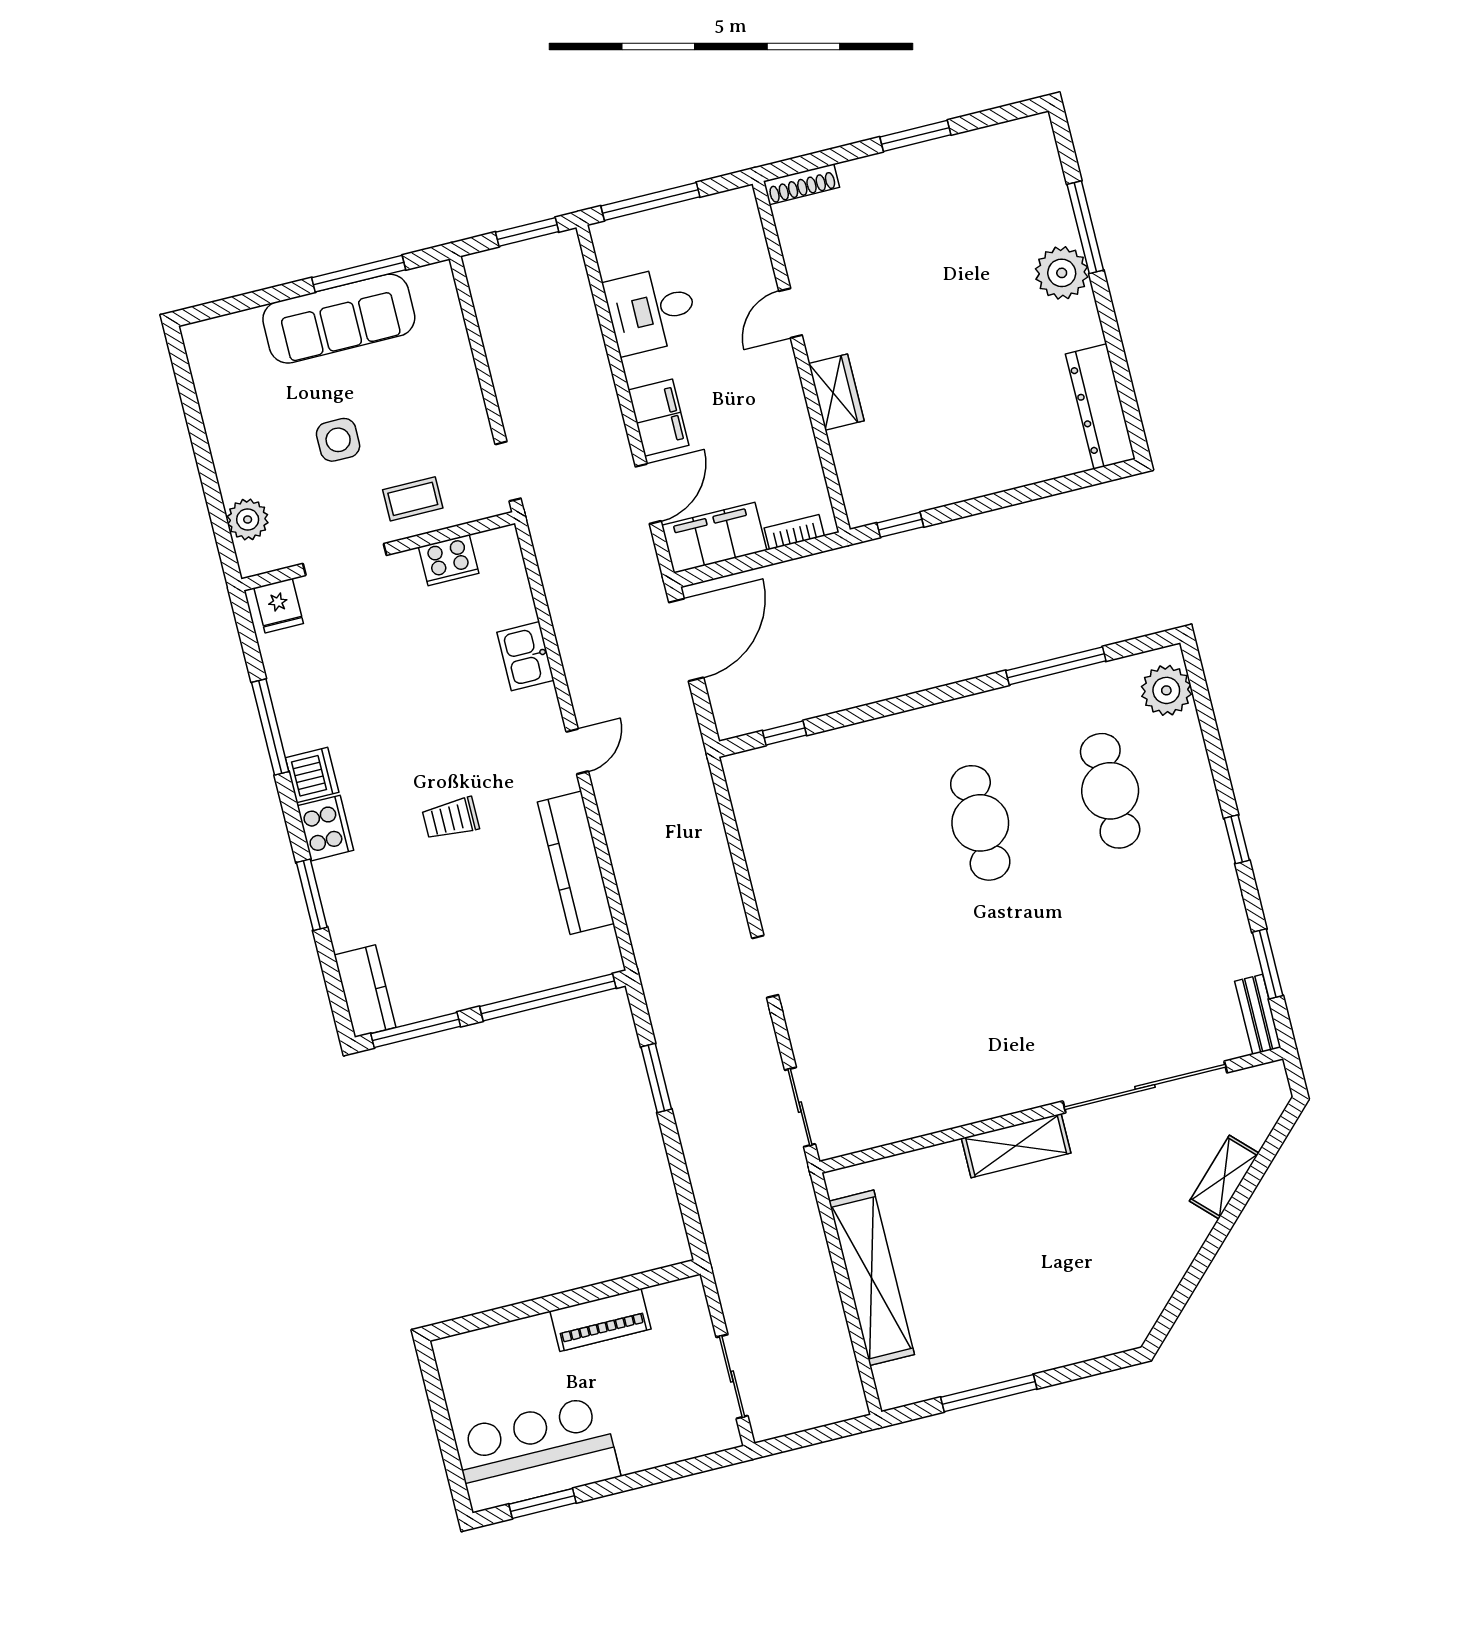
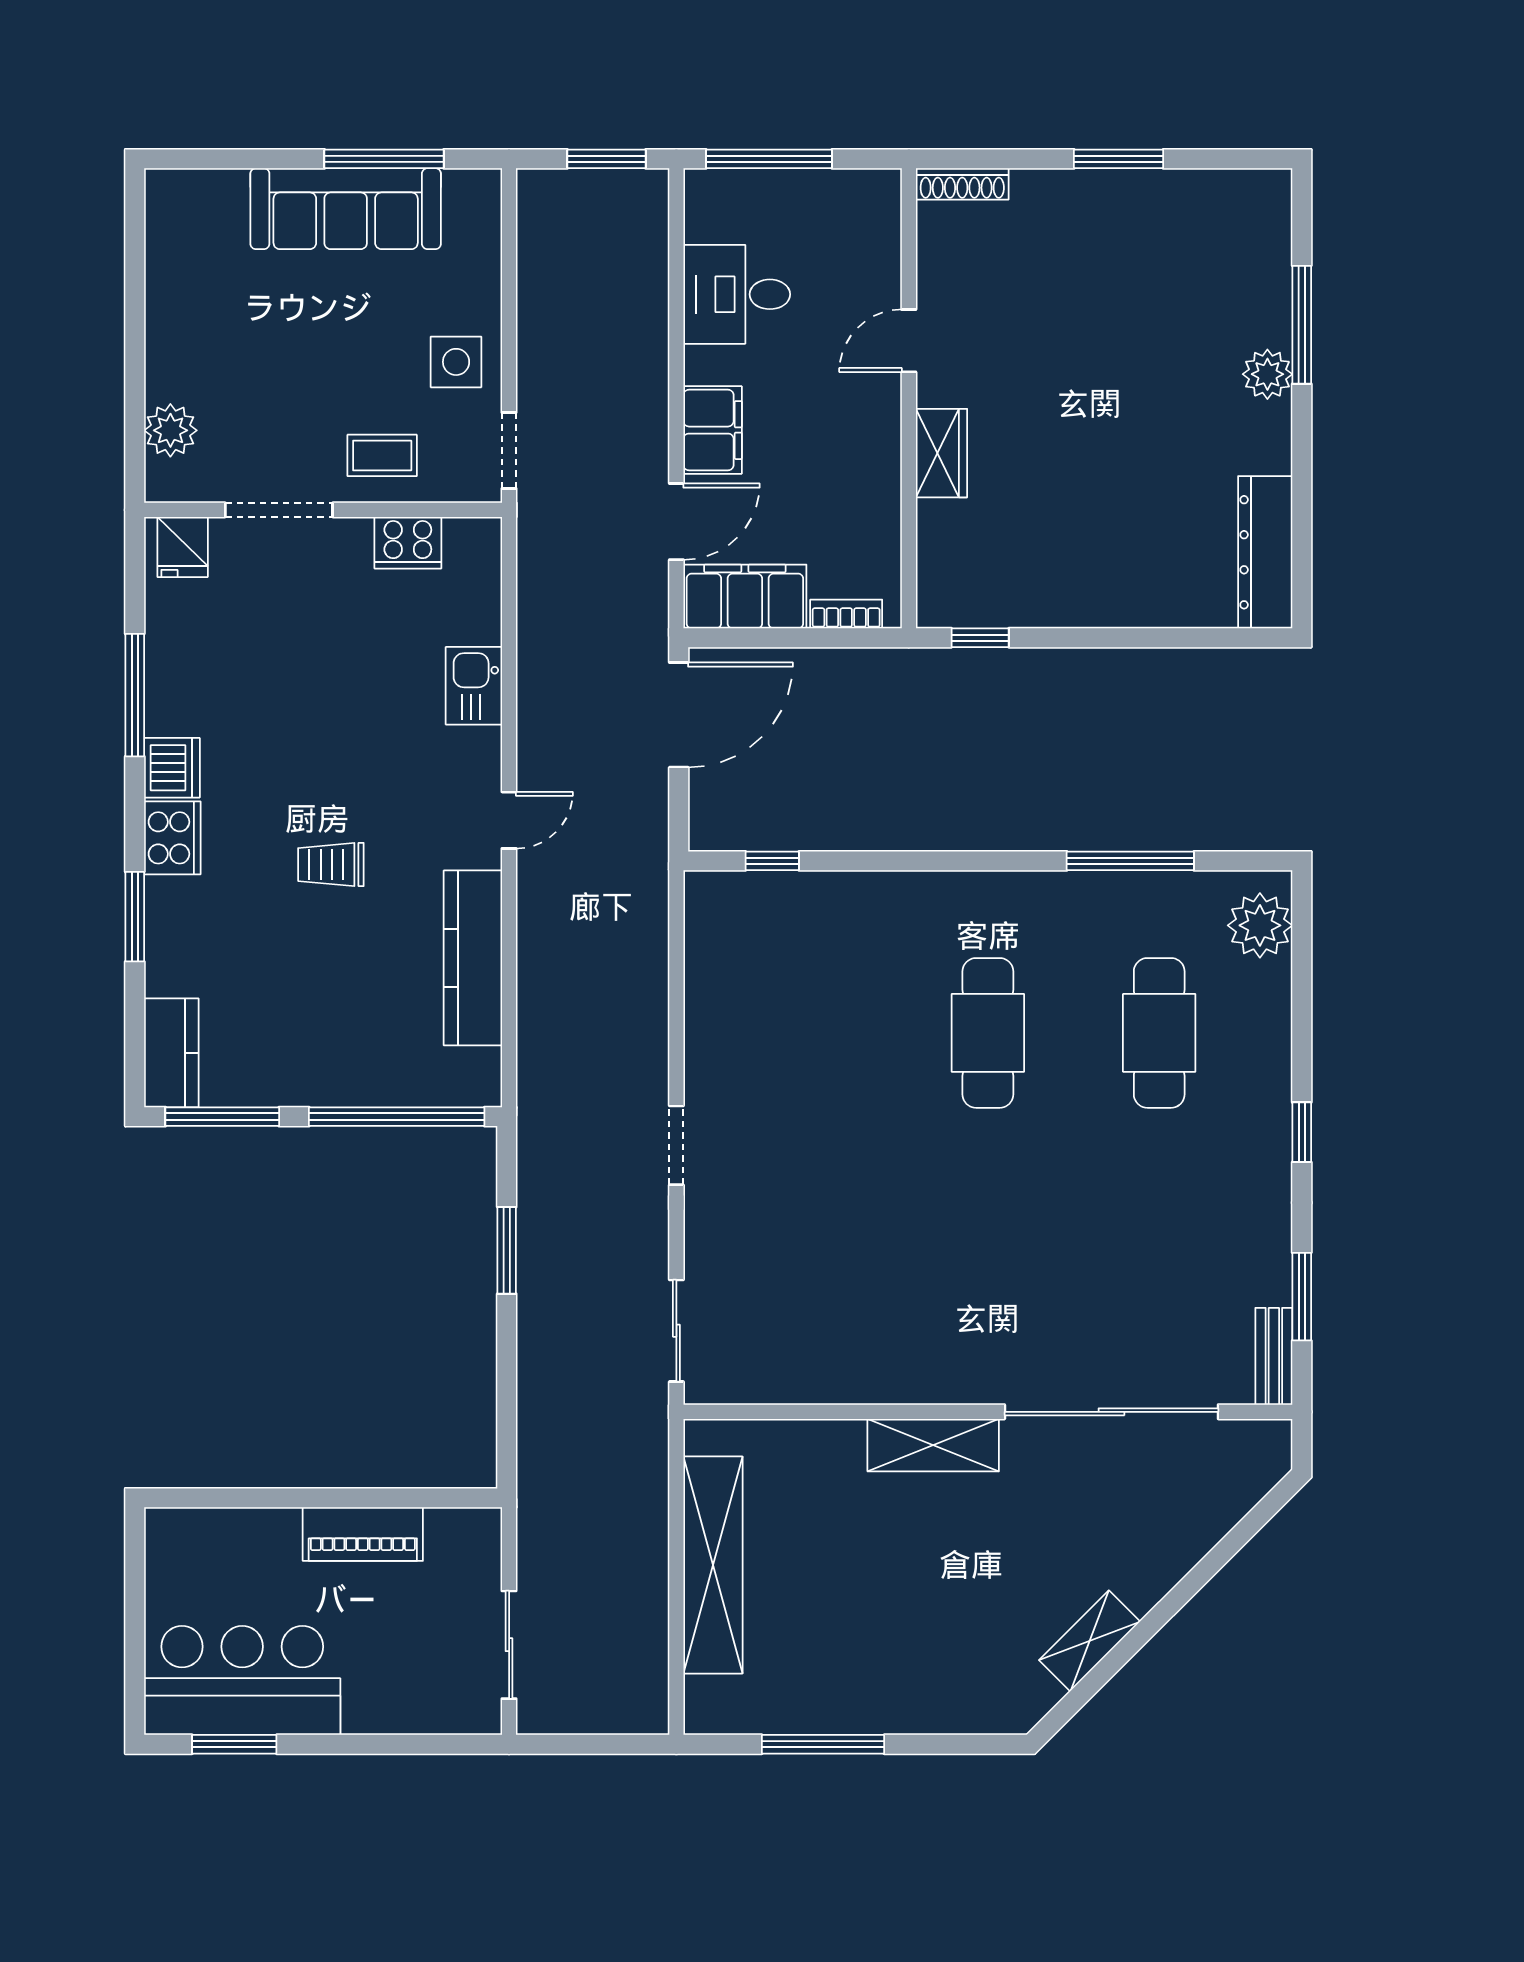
plant: (1062, 273) -> (1267, 374), width x0.73, depth x0.73
side table: (338, 440) -> (456, 362), moved
shelving: (1224, 1177) -> (1090, 1641), moved

